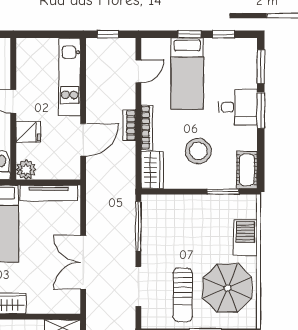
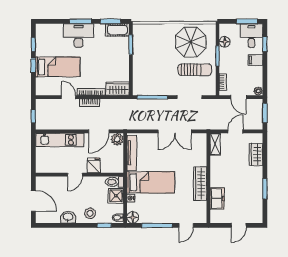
window: (261, 67) -> (111, 21), moved
door: (138, 71) -> (68, 97), moved
desk: (238, 107) -> (79, 35), width x1.37
door: (83, 140) -> (99, 131), swing flipped
stool: (198, 151) -> (106, 60), removed
plant: (26, 170) -> (117, 139), moved
barbecue: (245, 238) -> (159, 31), removed

